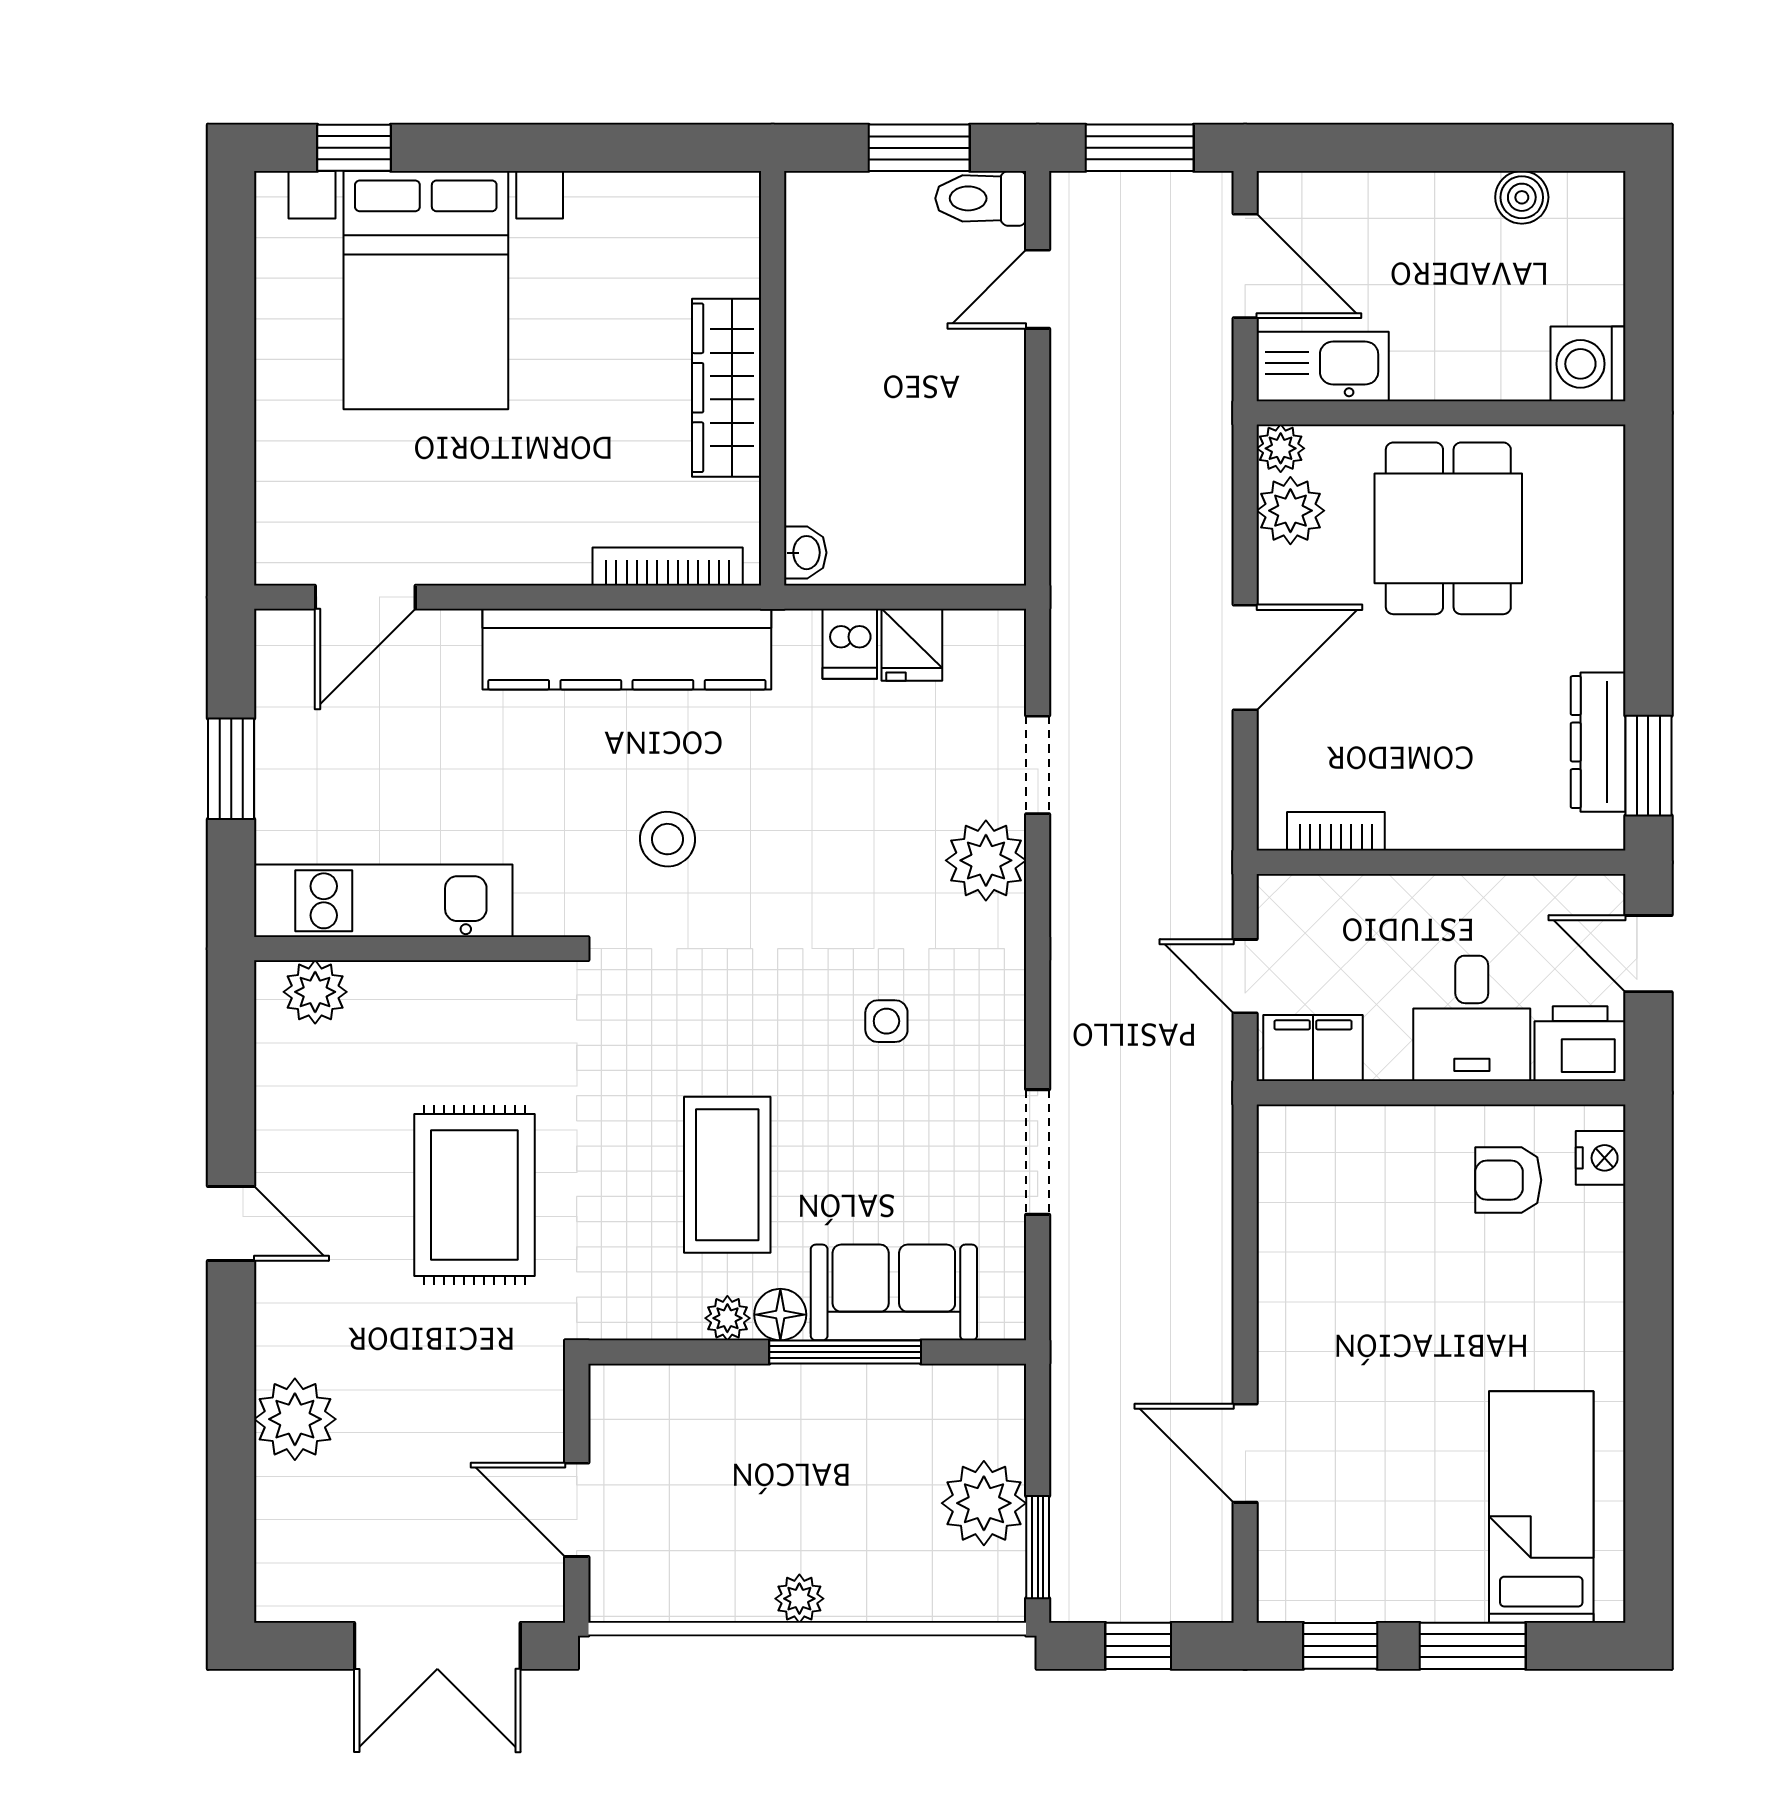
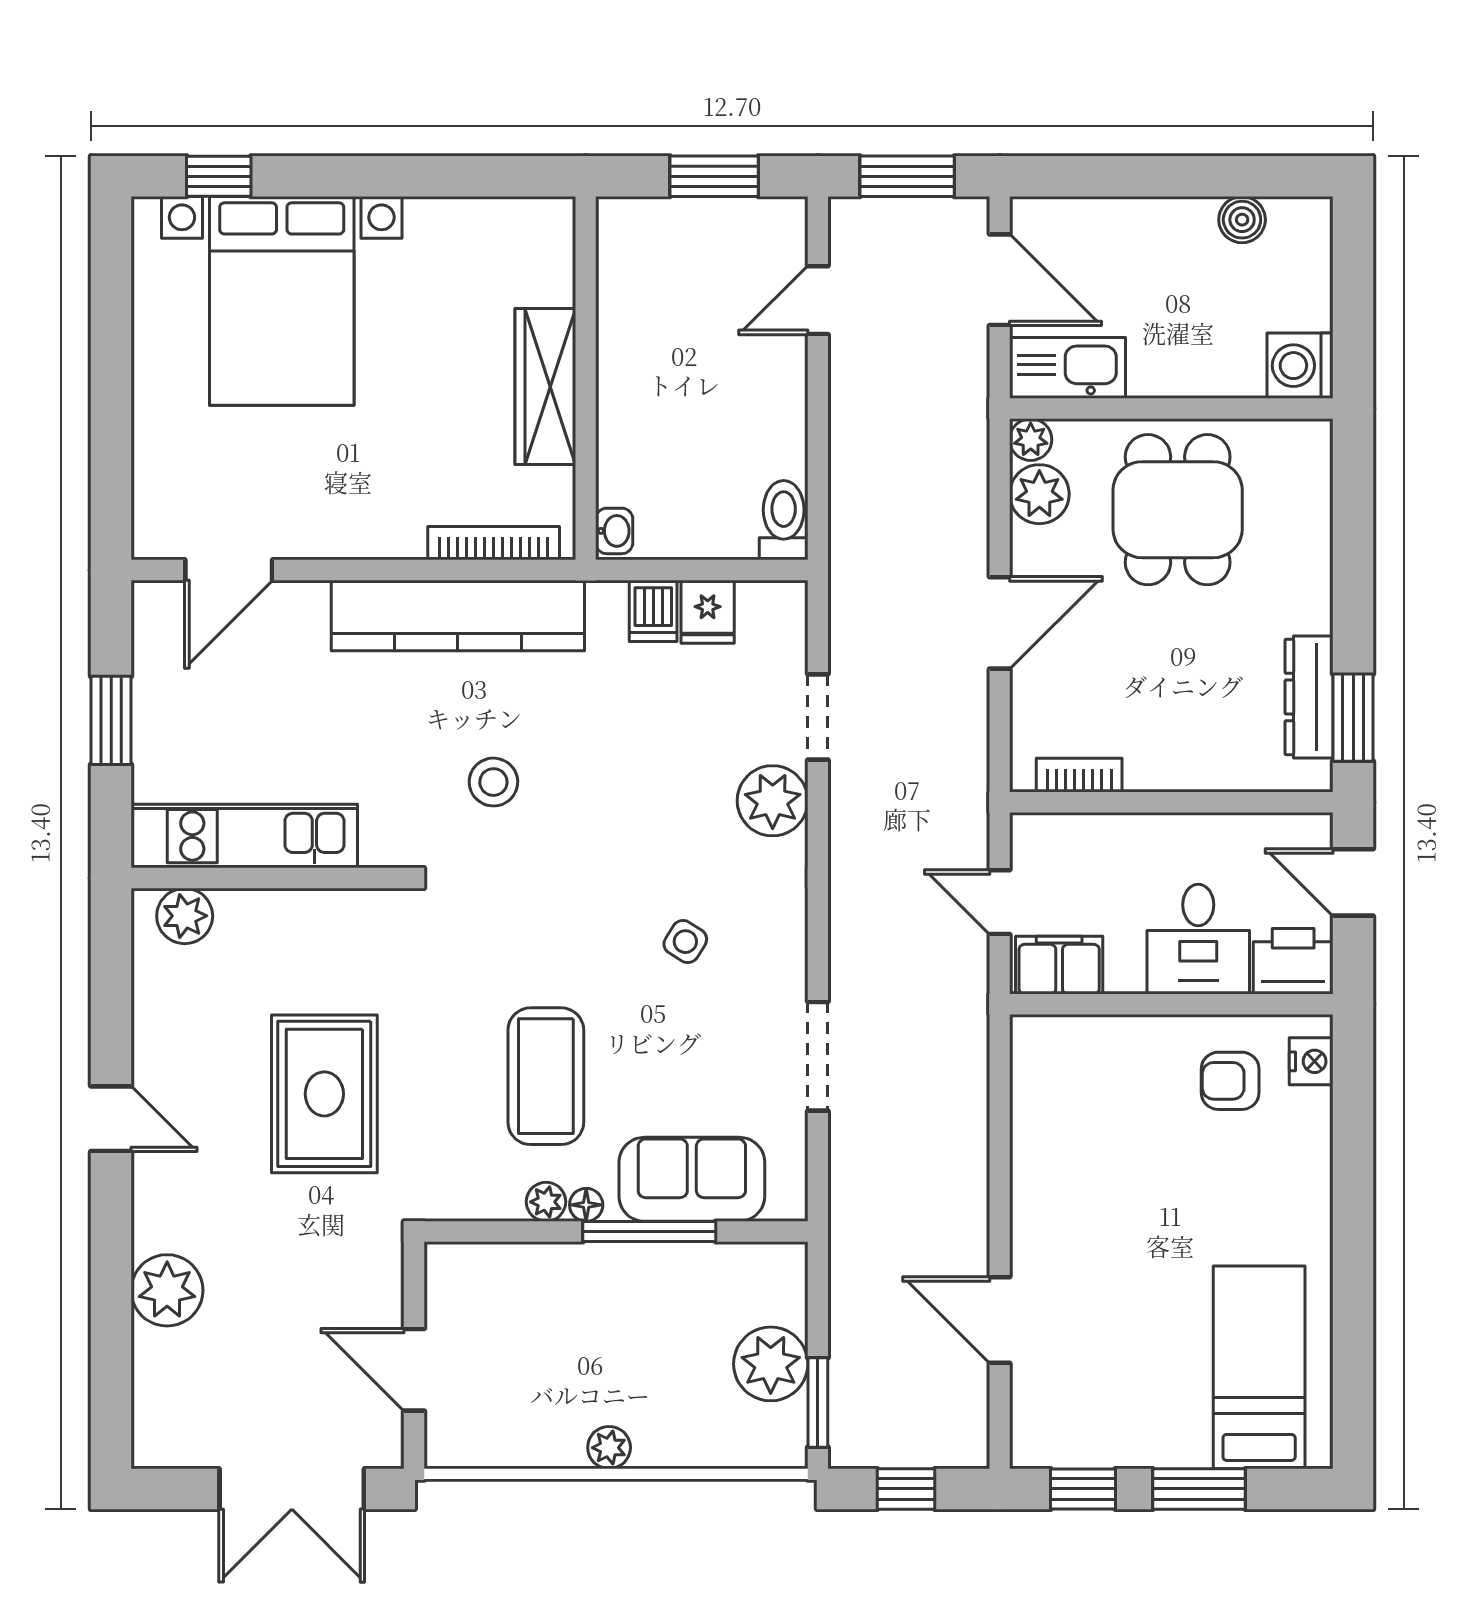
toilet: (981, 198) -> (784, 520), moved, turned 90
side table: (886, 1021) -> (685, 942), turned 32
floor lamp: (780, 1315) -> (586, 1205), width x0.73, depth x0.73

